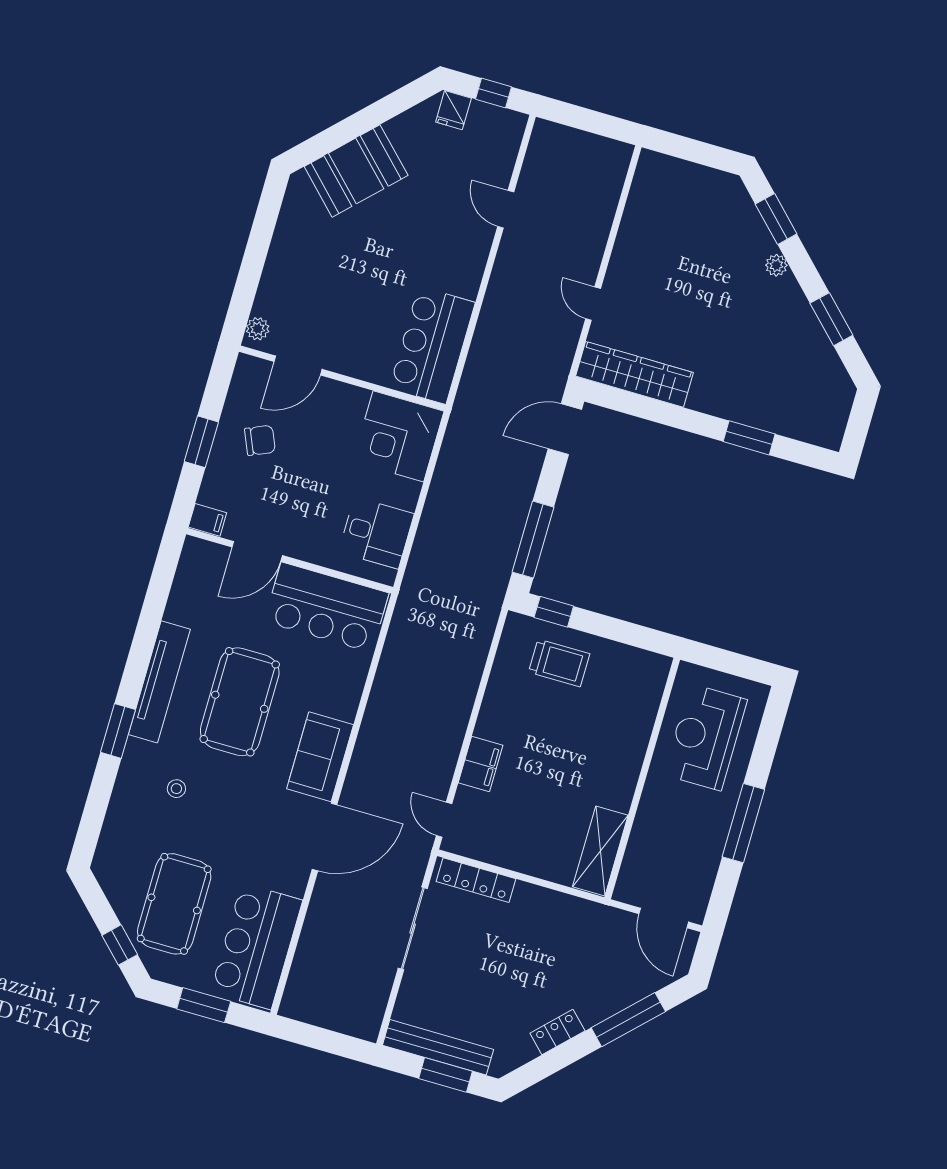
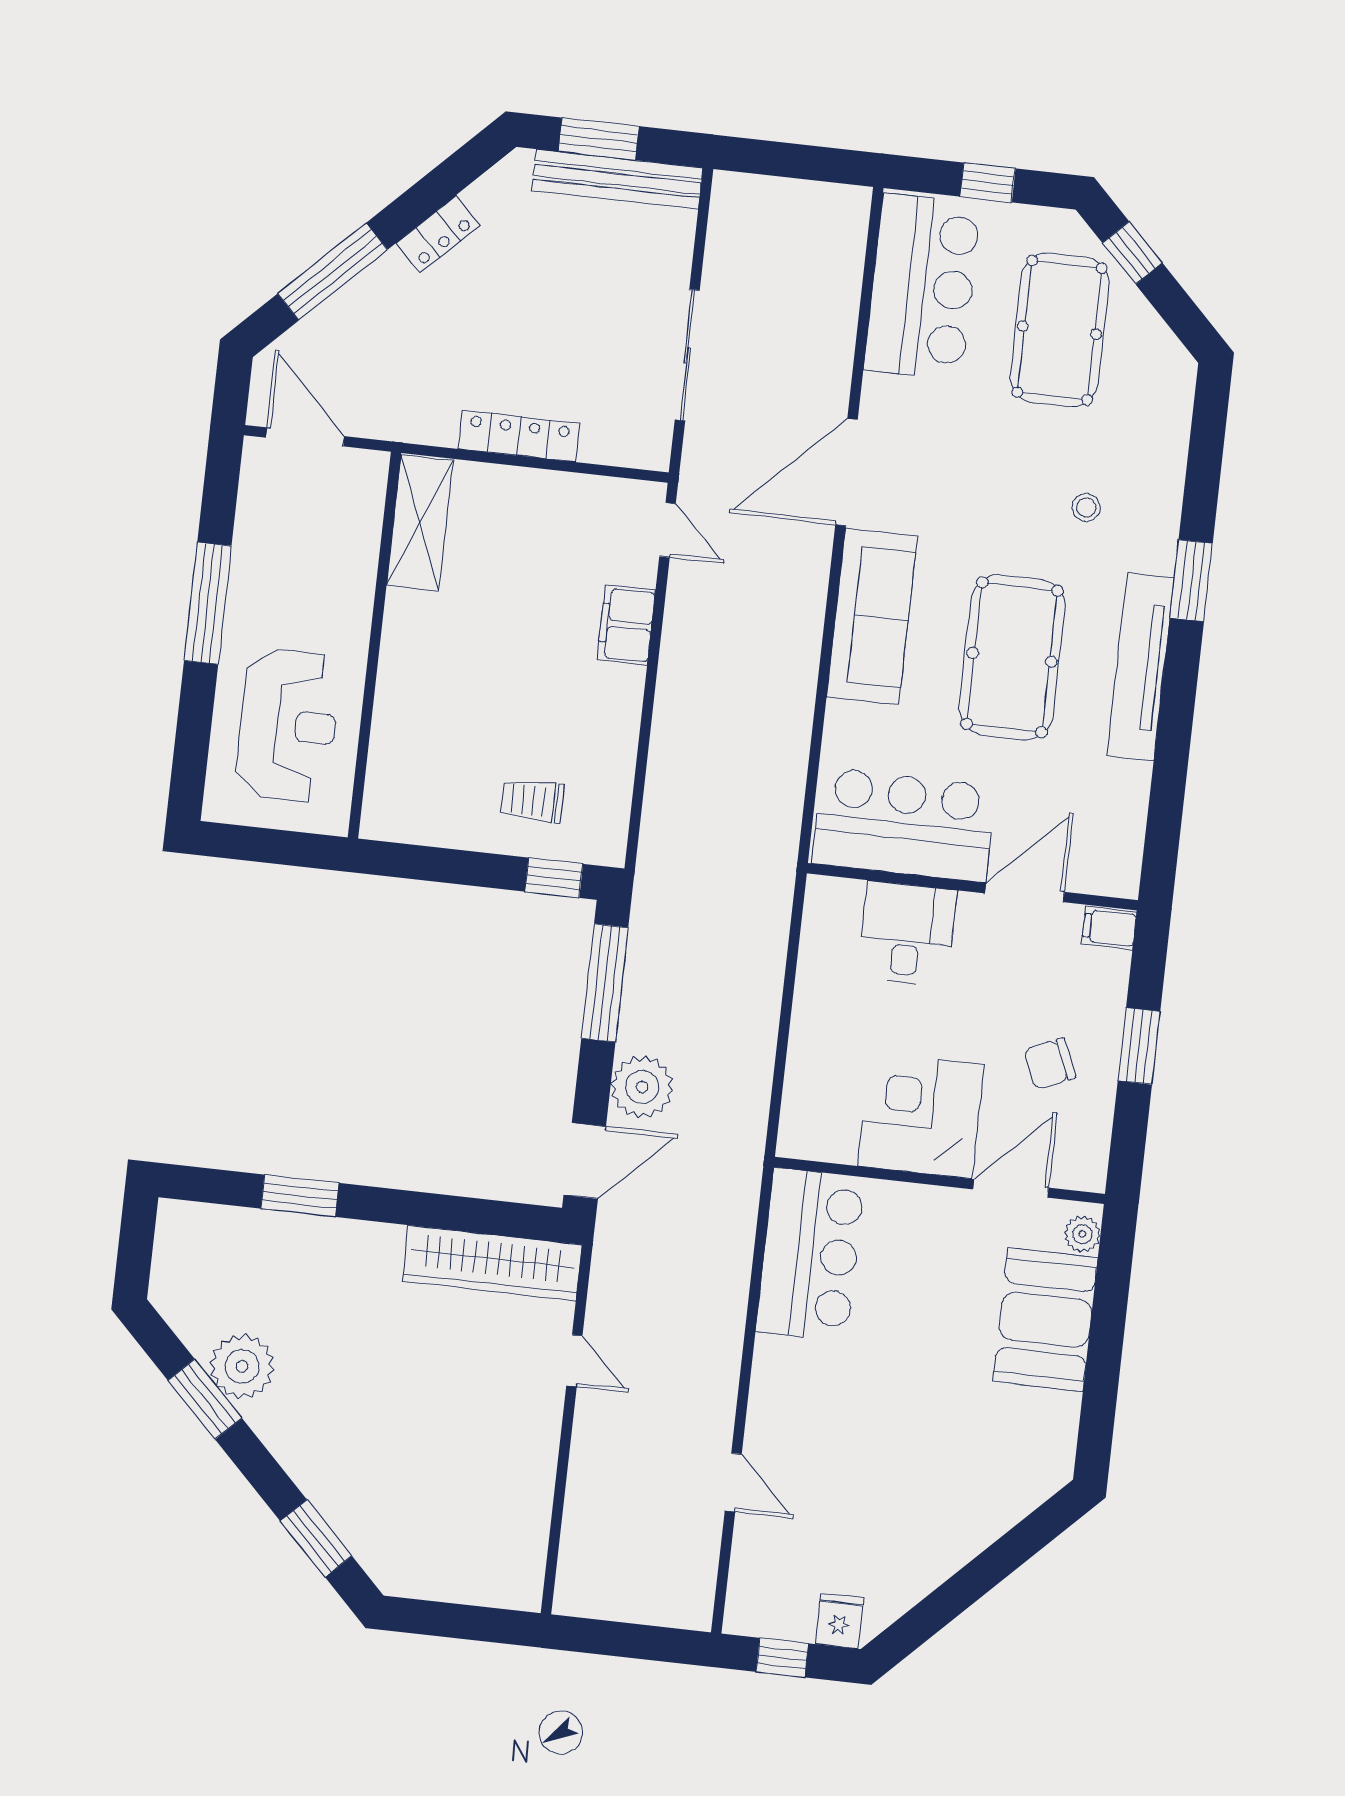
booth: (356, 171) -> (1045, 1320), moved, turned -45
plant: (776, 265) -> (242, 1366), moved, width x1.87, depth x1.87
corner desk: (398, 436) -> (921, 1115), moved, turned -90
plant: (521, 470) -> (642, 1087), added
desk: (376, 533) -> (907, 934), moved, turned 90
trolley: (559, 663) -> (532, 801), width x0.73, depth x0.72
sofa: (320, 757) -> (872, 616), width x1.36
locker: (476, 880) -> (519, 436), moved
window: (204, 1005) -> (988, 183), width x0.67

